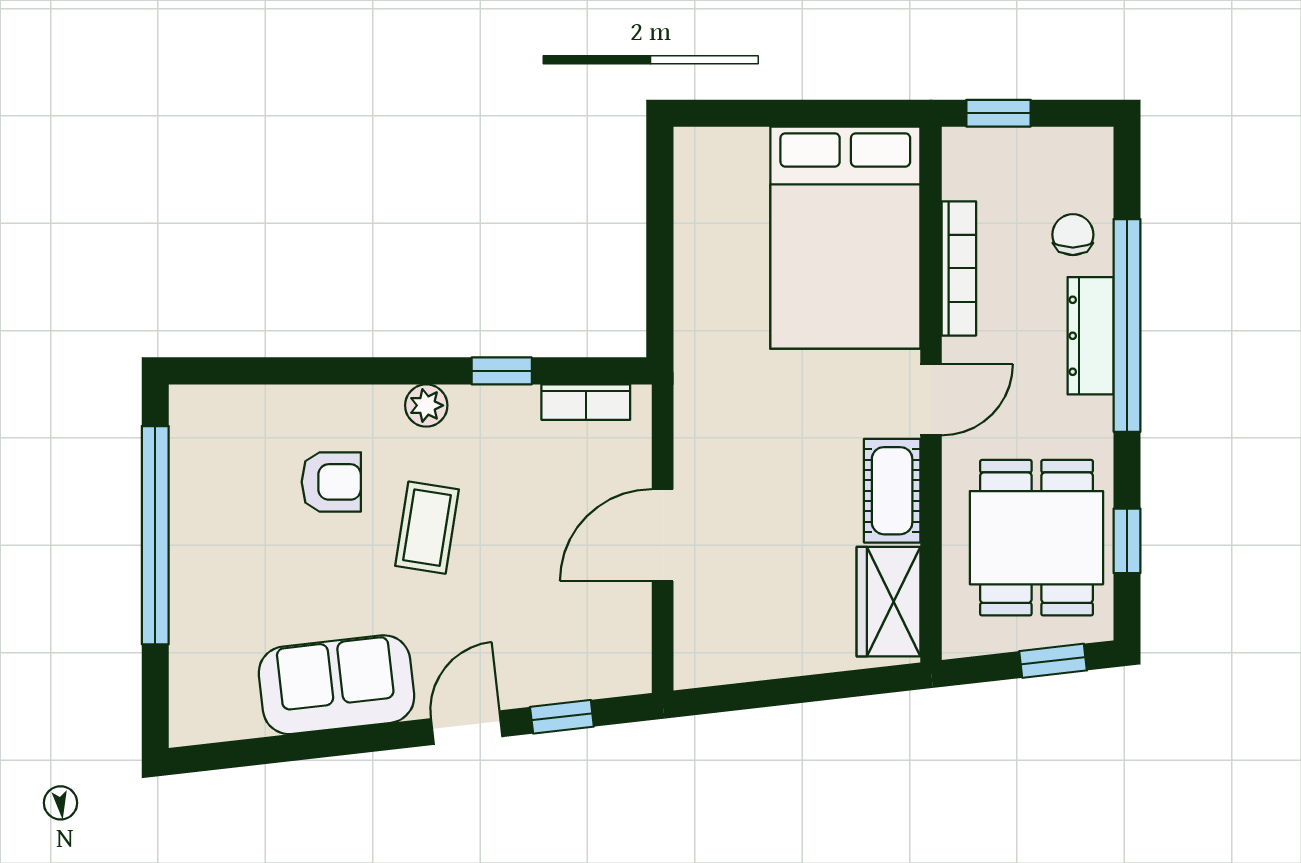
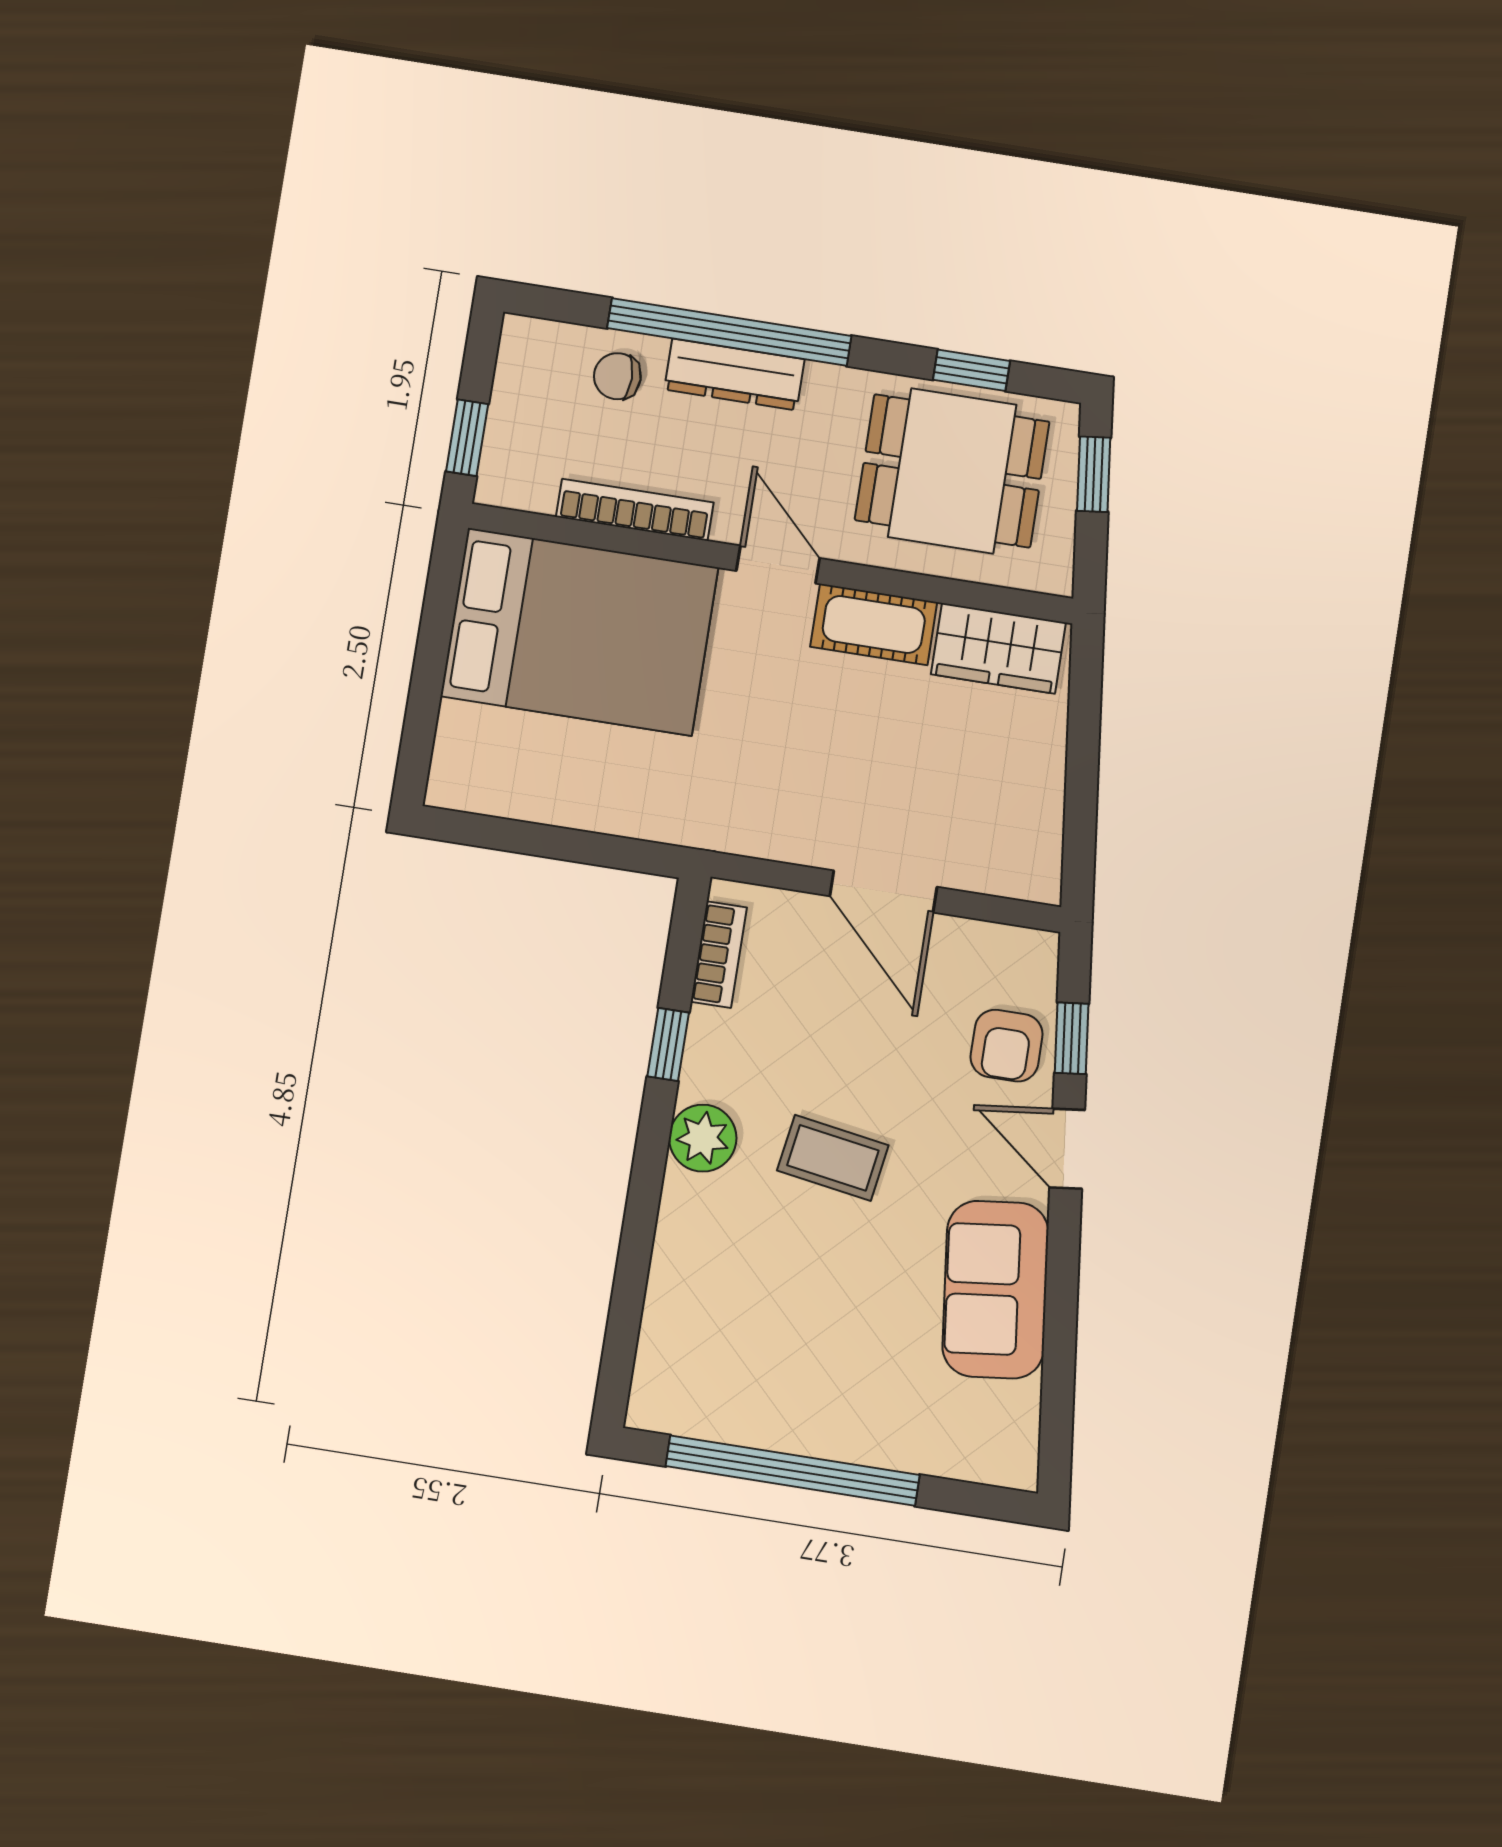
plant: (426, 405) -> (703, 1138), width x1.38, depth x1.38
armchair: (331, 482) -> (1007, 1046), moved, turned 180

